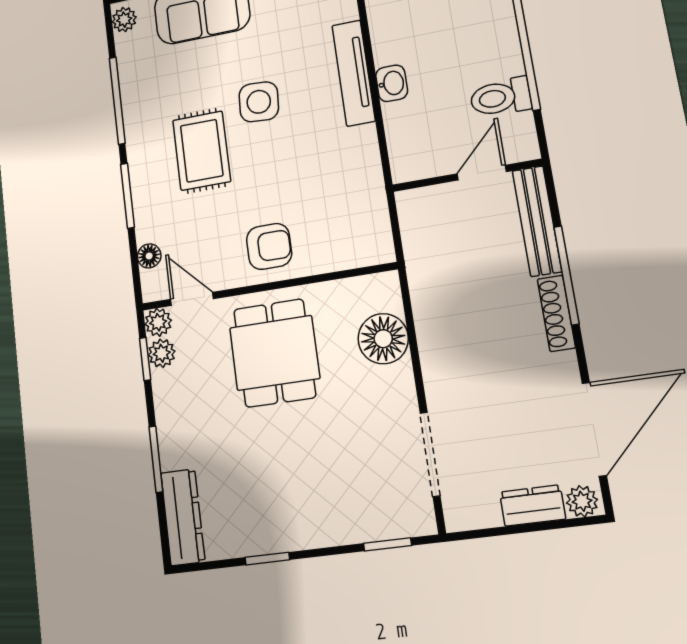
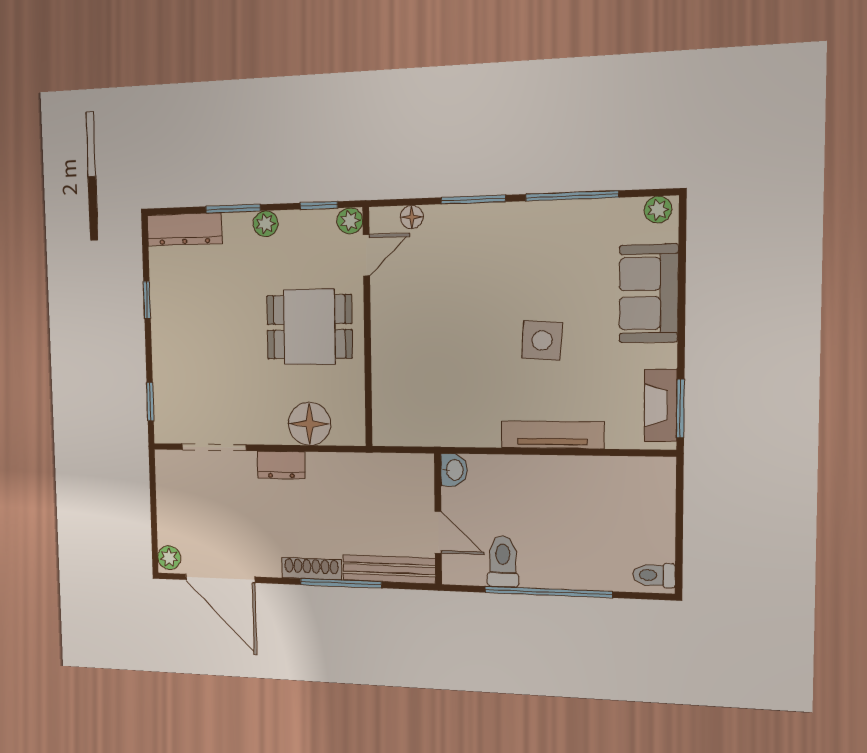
washbasin: (392, 83) -> (454, 470), moved, turned -90
rug: (202, 151) -> (504, 279), removed
armchair: (269, 246) -> (403, 334), removed
plant: (162, 353) -> (266, 224), moved
dresser: (533, 506) -> (281, 465), moved, turned 90

